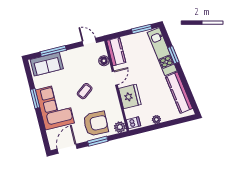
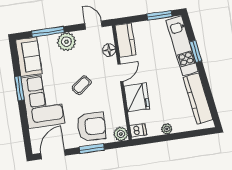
plant: (69, 57) -> (66, 42), added
sofa: (47, 64) -> (29, 57), moved, turned -90

